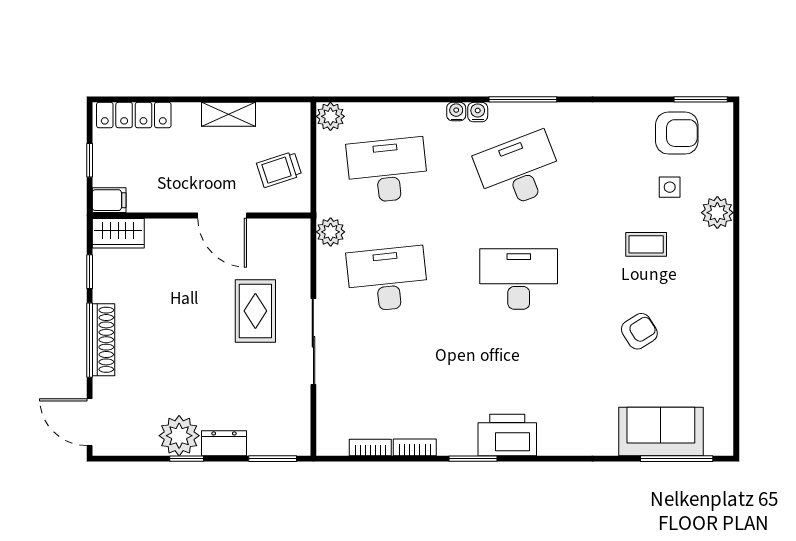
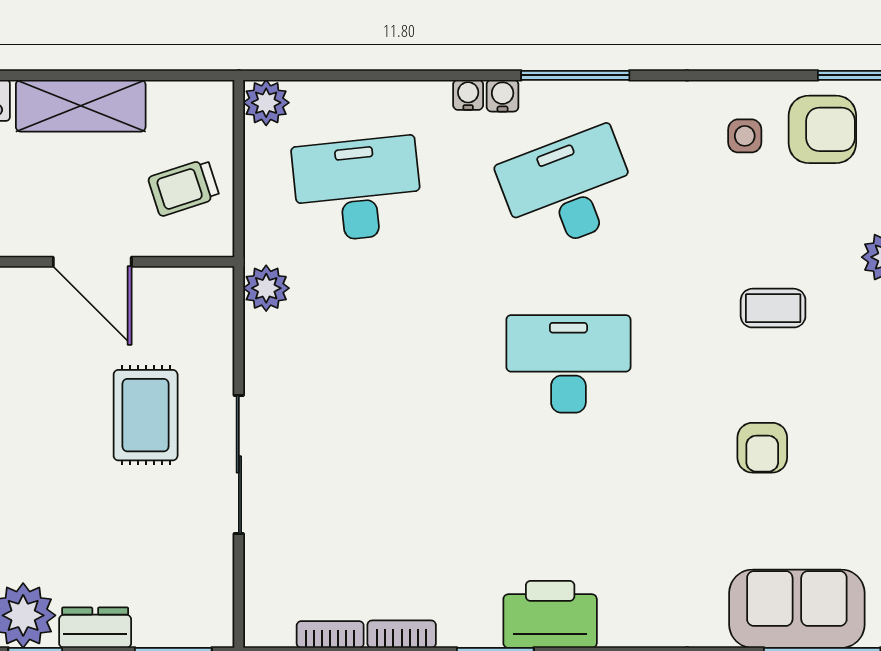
shelving: (228, 114) -> (81, 106), width x1.50, depth x1.33
side table: (670, 187) -> (745, 136), moved
desk: (387, 279) -> (357, 364), removed
armchair: (639, 331) -> (762, 448), turned 122

